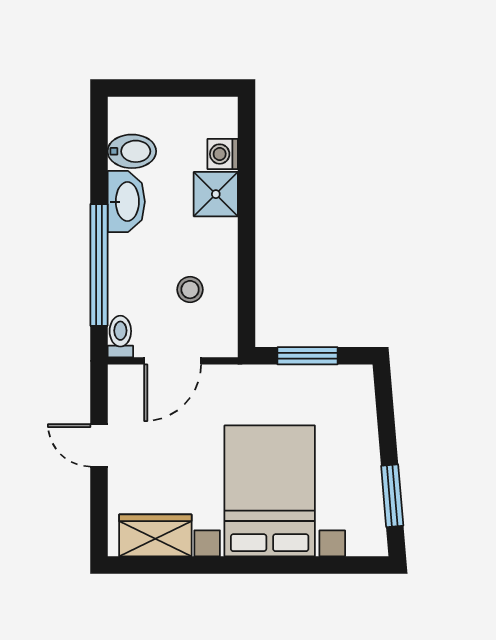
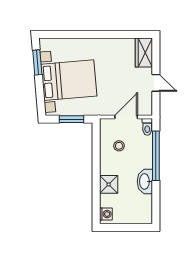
bidet: (132, 151) -> (143, 202), removed
washing machine: (223, 154) -> (106, 214), moved
bed with nightstands: (270, 491) -> (69, 80), moved, turned -95
wardrobe: (155, 535) -> (144, 53), moved, turned 90

